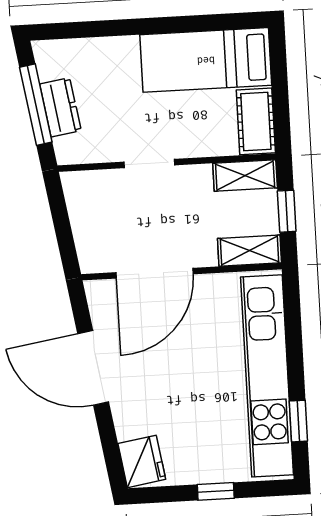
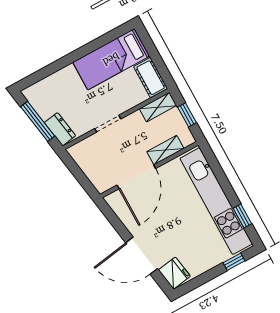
dresser: (60, 107) -> (60, 129), moved
shelving: (250, 251) -> (165, 150), moved
door: (93, 368) -> (142, 256), moved
window: (216, 491) -> (234, 262), moved

